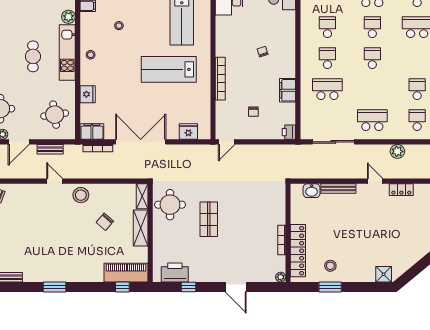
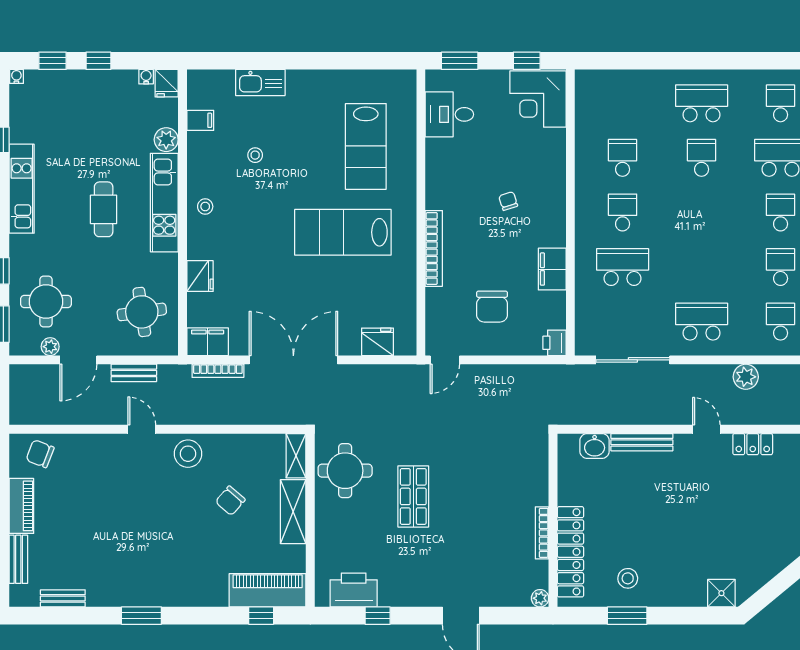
school desk: (372, 58) -> (781, 212), moved
chair: (253, 112) -> (492, 307), width x1.87, depth x1.87

